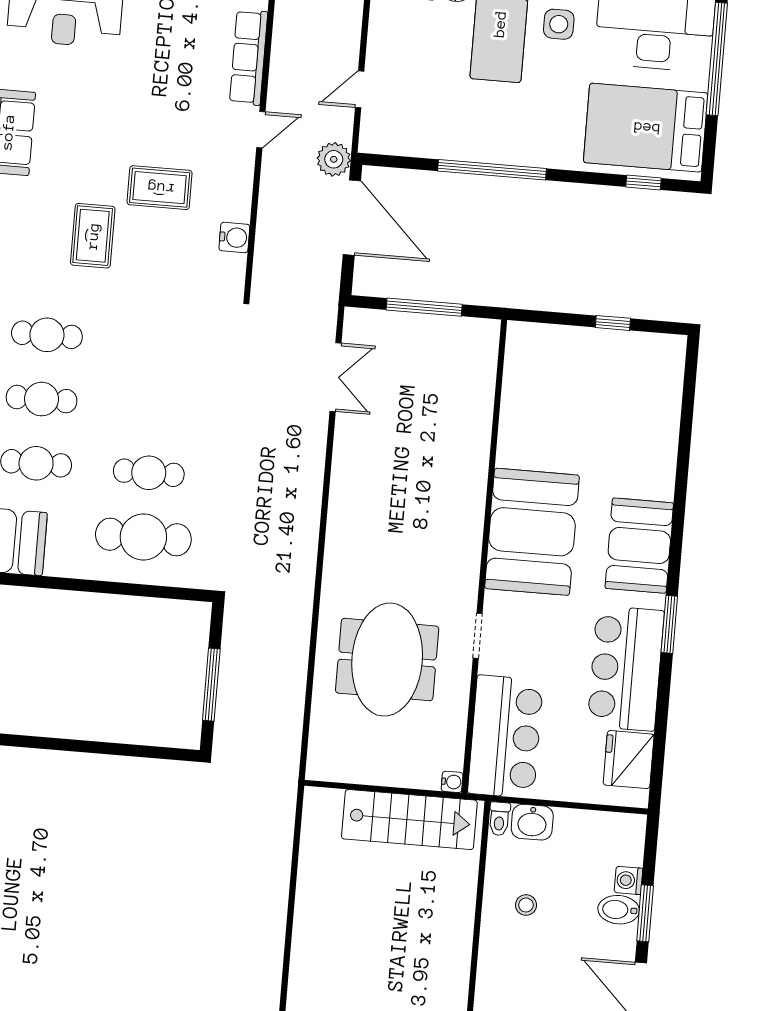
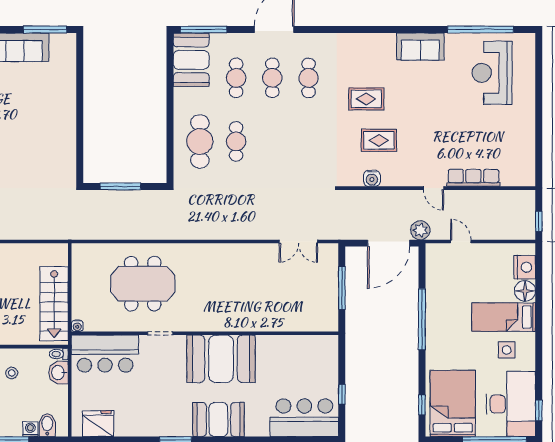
rug: (160, 188) -> (379, 140), moved, turned 90
bar counter: (626, 668) -> (304, 418), moved
bidet: (619, 910) -> (47, 425), moved

